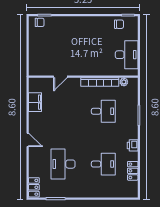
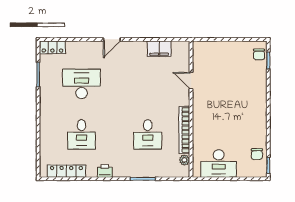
locker: (133, 171) -> (66, 171), width x1.53

